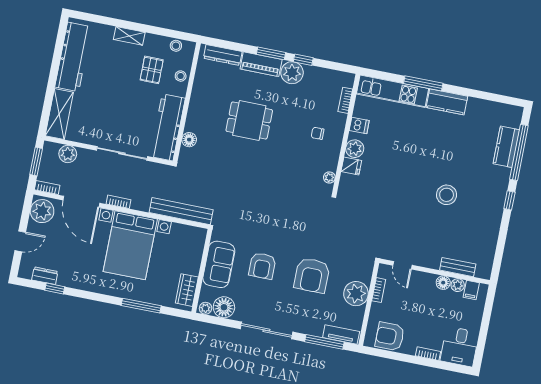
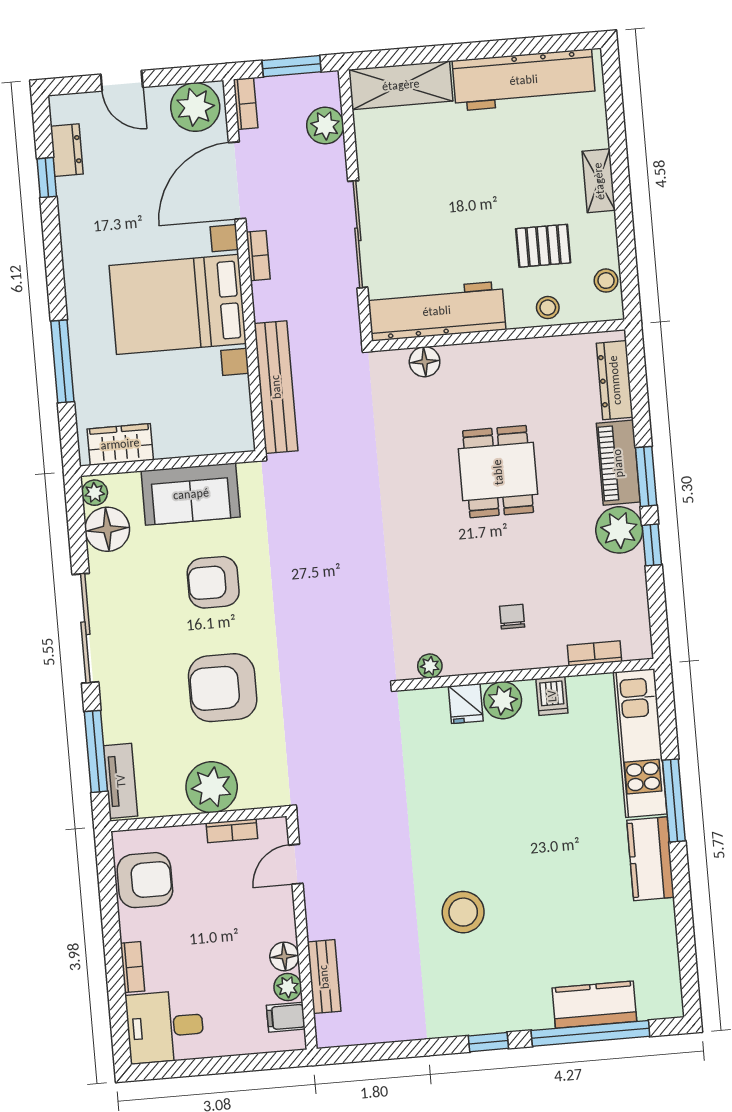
armchair: (390, 336) -> (145, 880), turned 90

